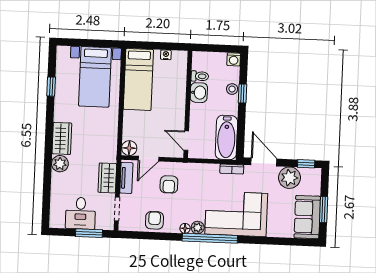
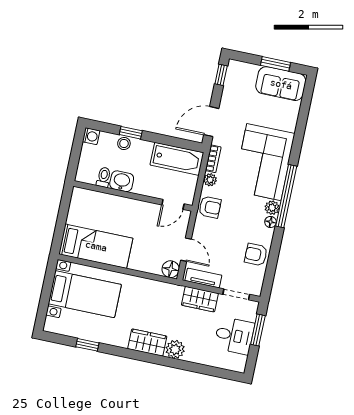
nightstand: (166, 55) -> (73, 211), removed
plant: (289, 178) -> (210, 180), moved, width x0.53, depth x0.53
armchair: (169, 184) -> (210, 207), moved

